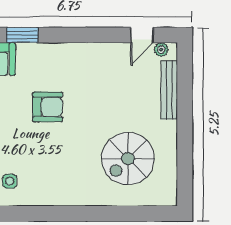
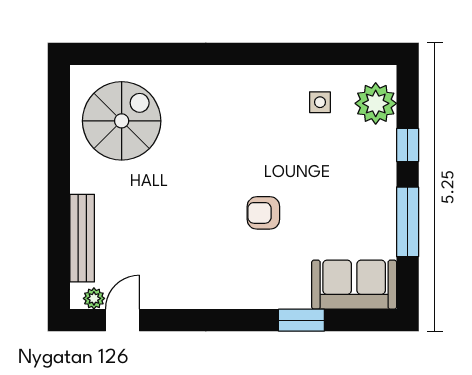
armchair: (48, 107) -> (263, 213), width x0.72, depth x0.72
spiral stairs: (128, 159) -> (122, 121), moved

